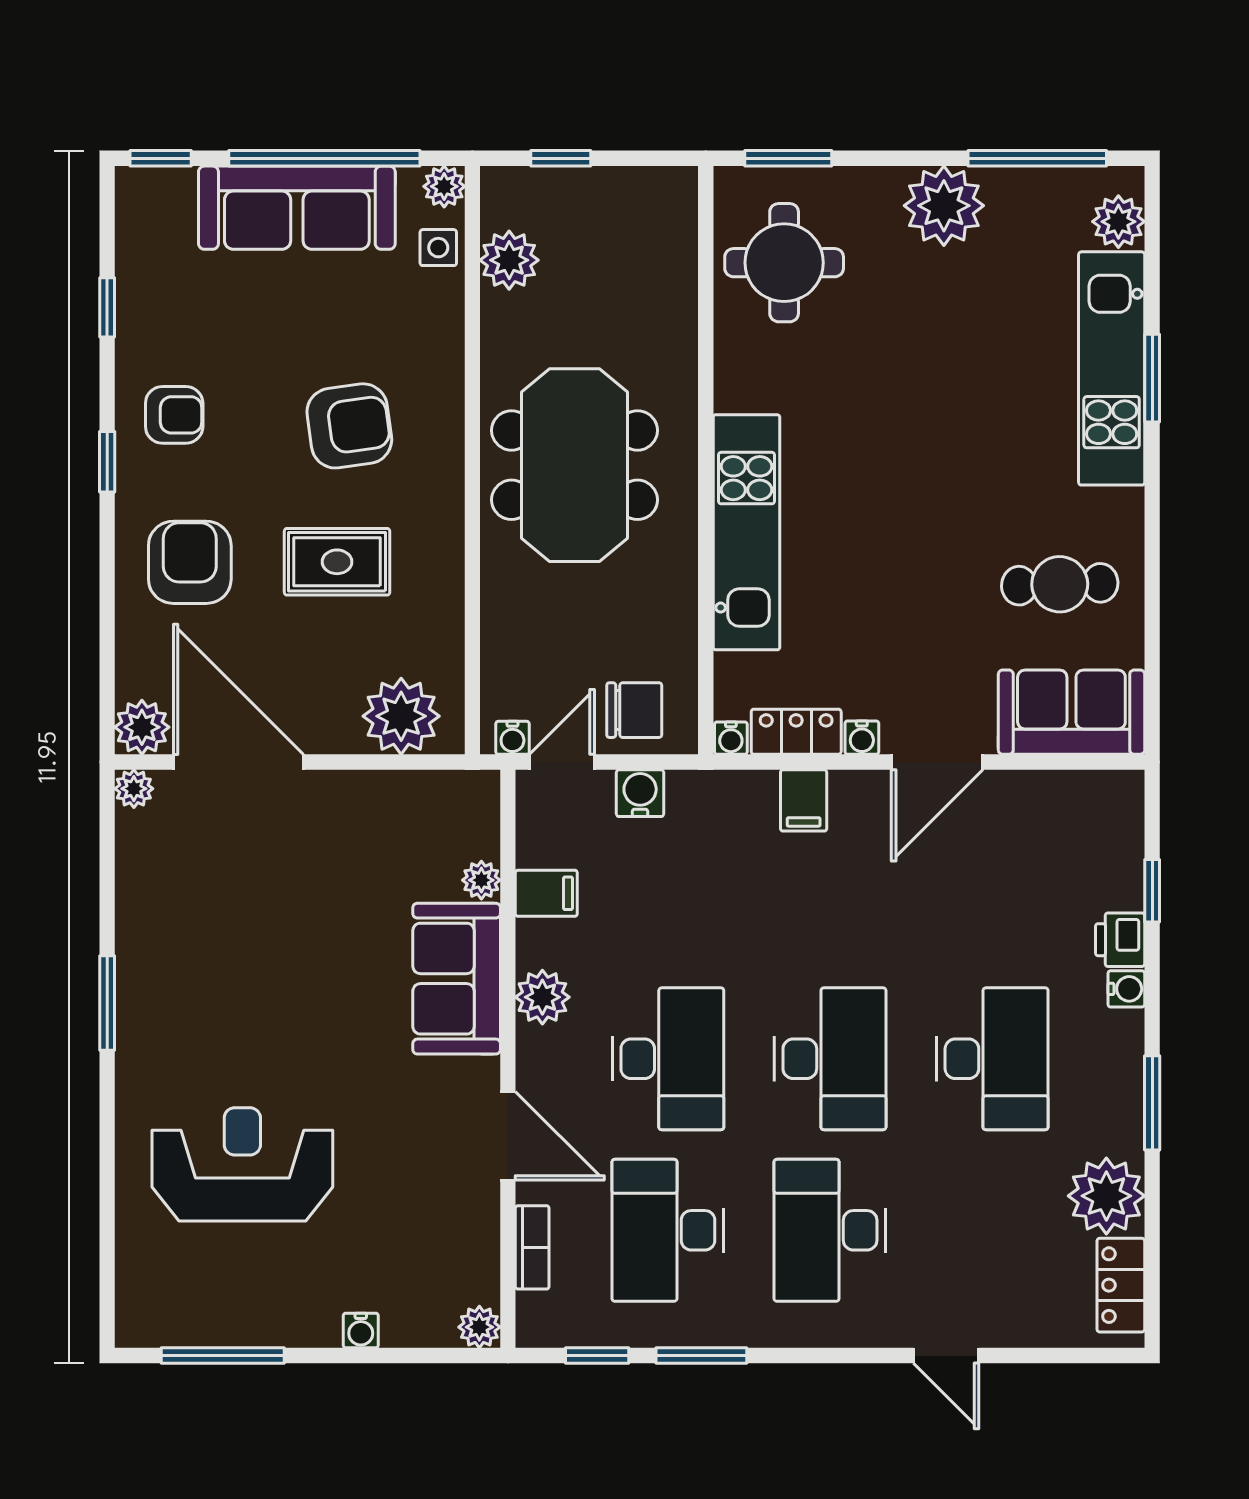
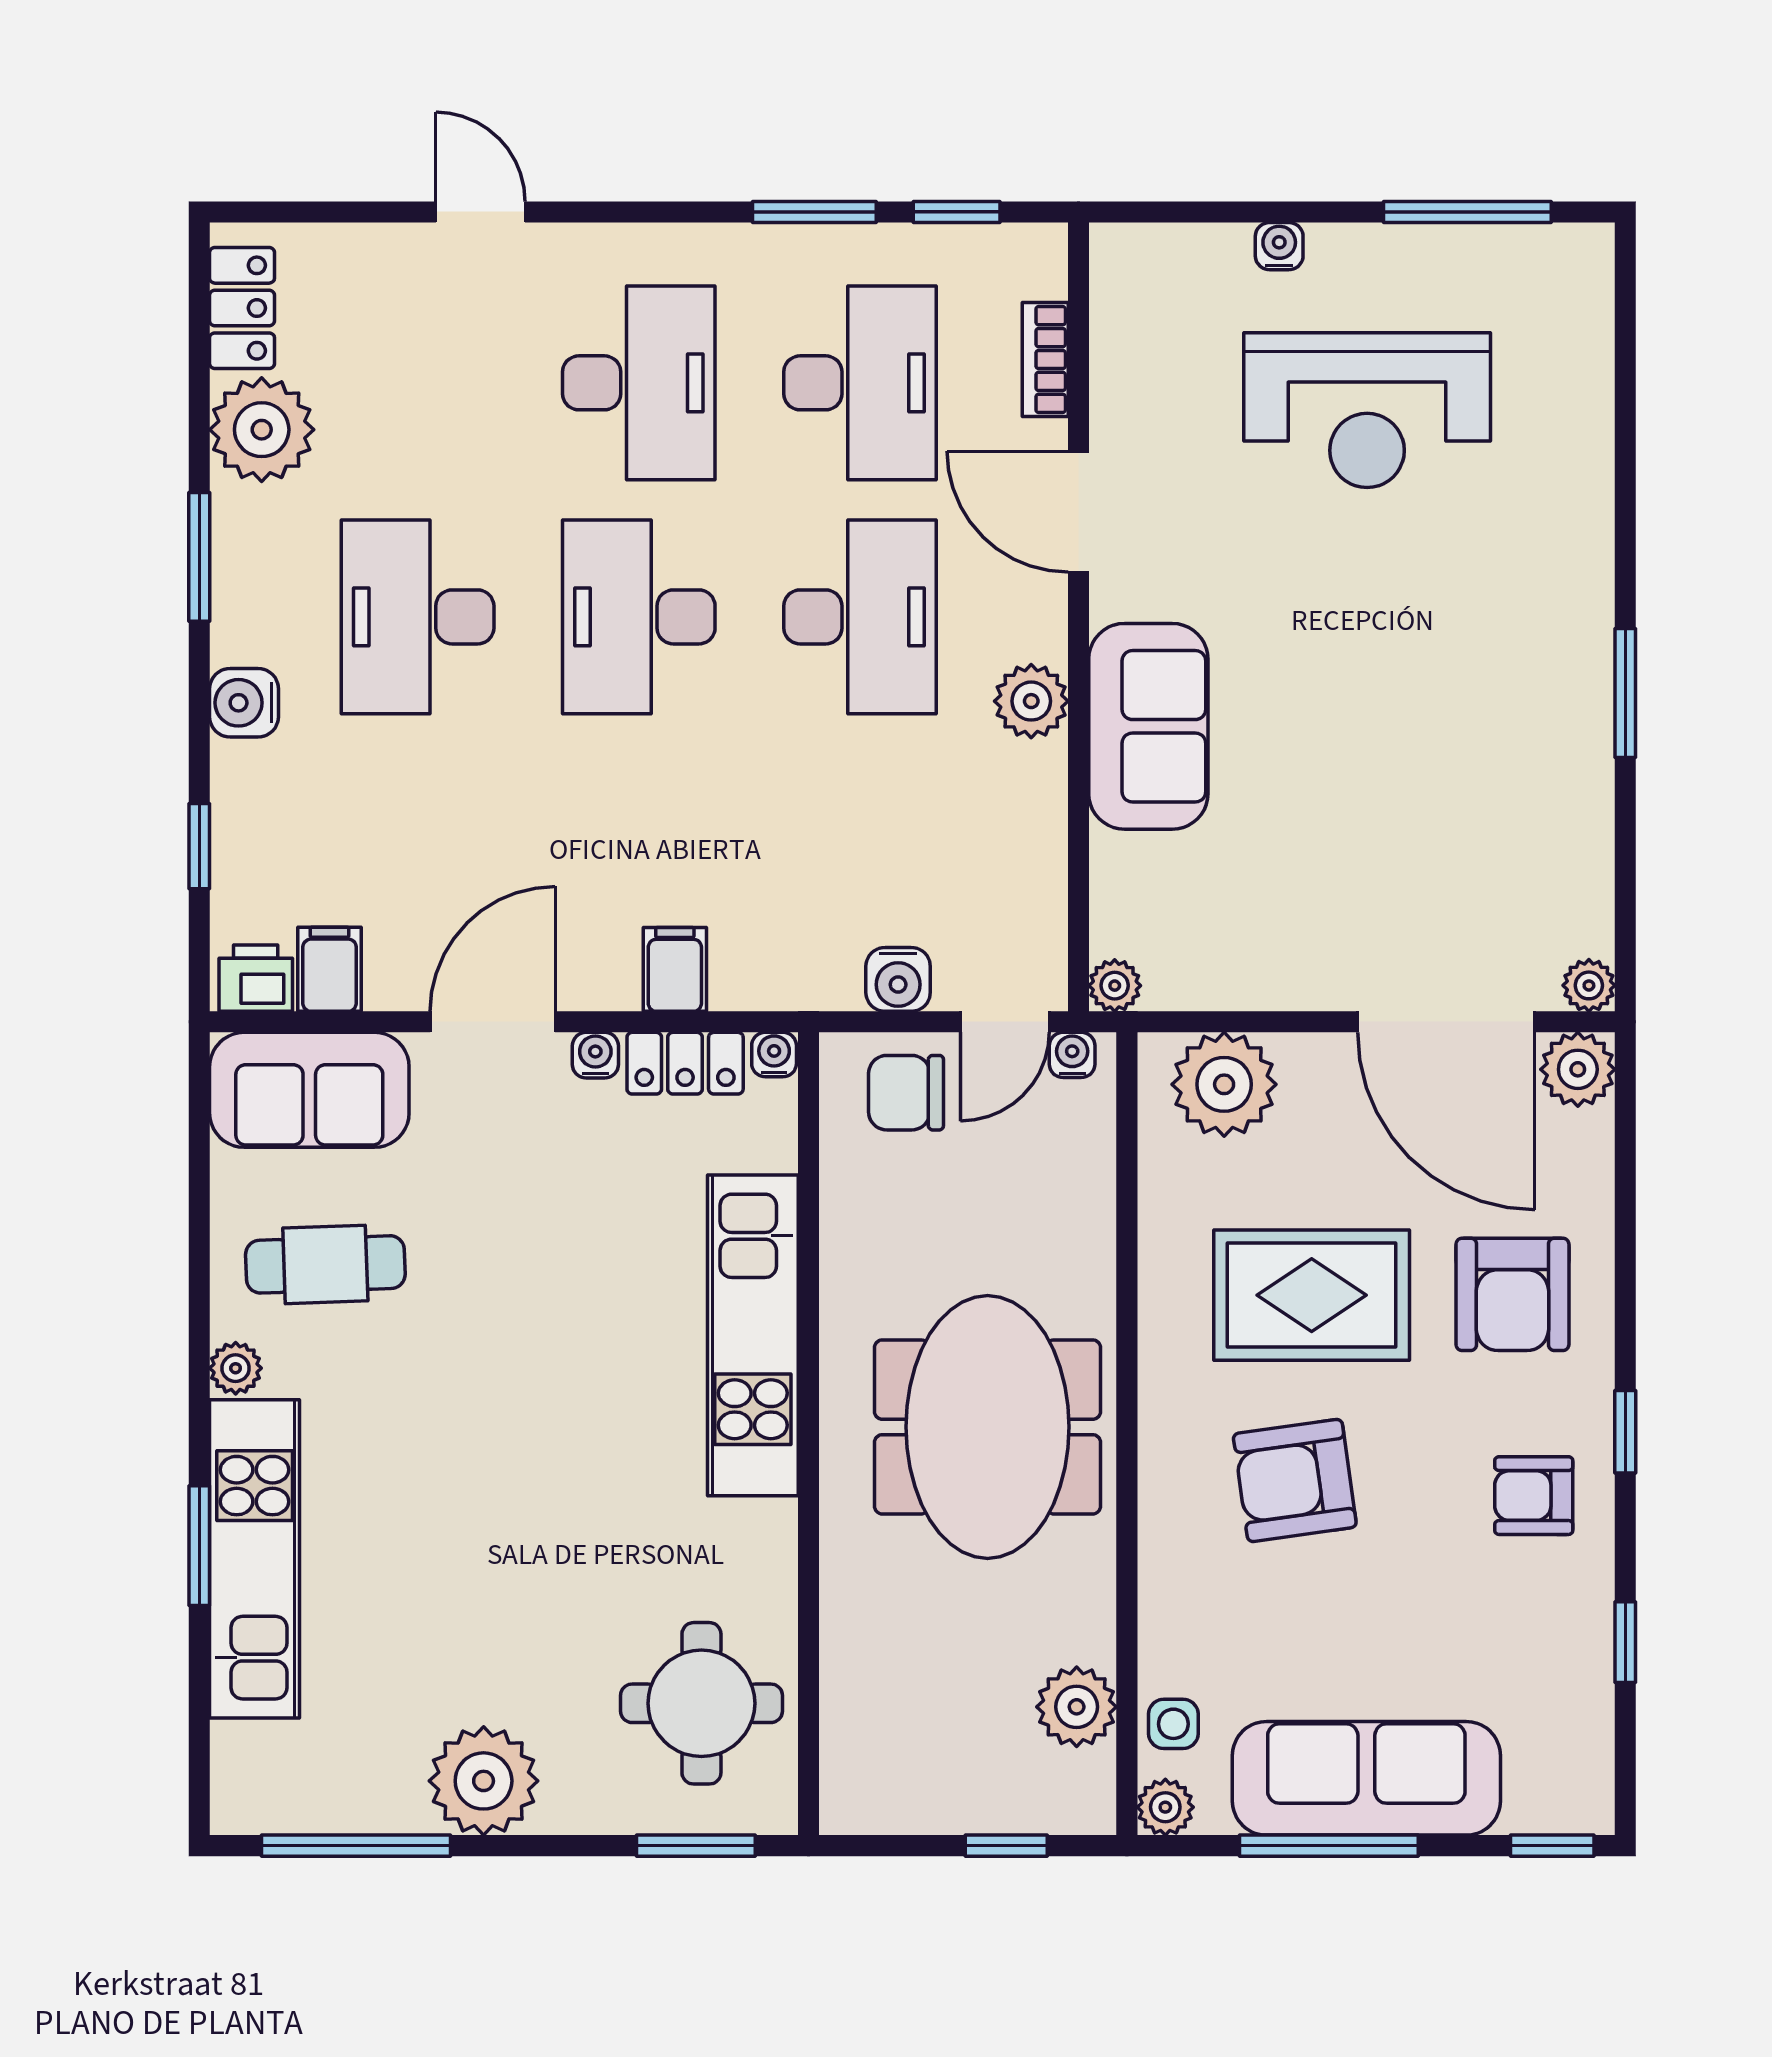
window: (324, 158) -> (1329, 1846), width x0.68
plant: (1118, 222) -> (236, 1368), moved, width x0.73, depth x0.73
rug: (337, 562) -> (1312, 1295), width x1.36, depth x1.43
plant: (481, 880) -> (1115, 986), moved
filing cabinet: (546, 893) -> (330, 969), moved, turned 90
printer: (1120, 940) -> (256, 978), moved, turned -90
water cooler: (1126, 989) -> (244, 703), width x1.38, depth x1.38
desk: (668, 1059) -> (860, 617), turned 180
reception desk: (242, 1164) -> (1367, 410), moved
plant: (479, 1327) -> (1117, 251), removed

